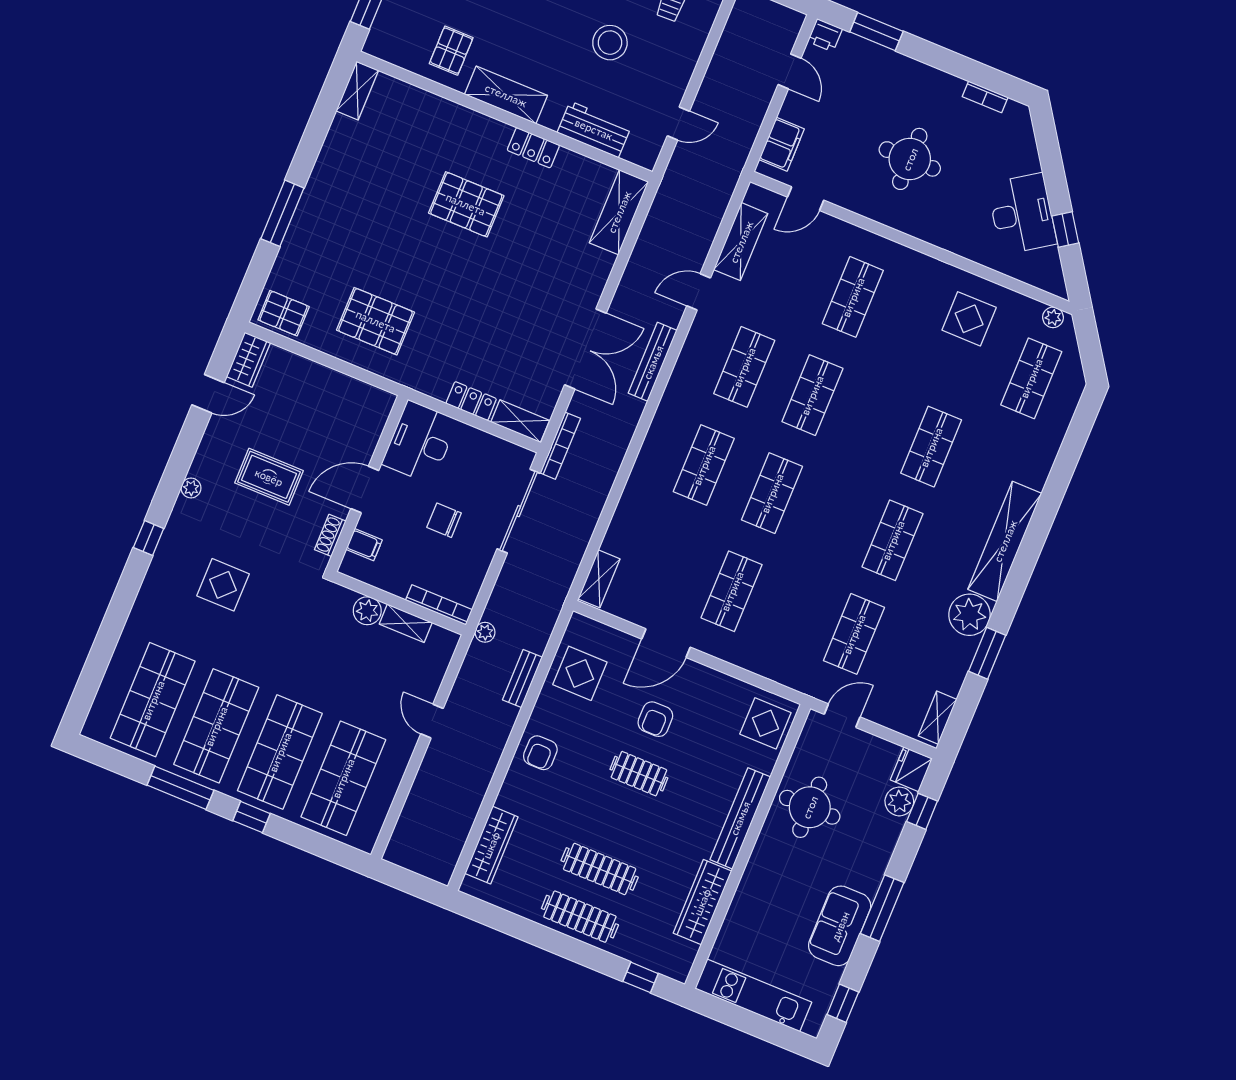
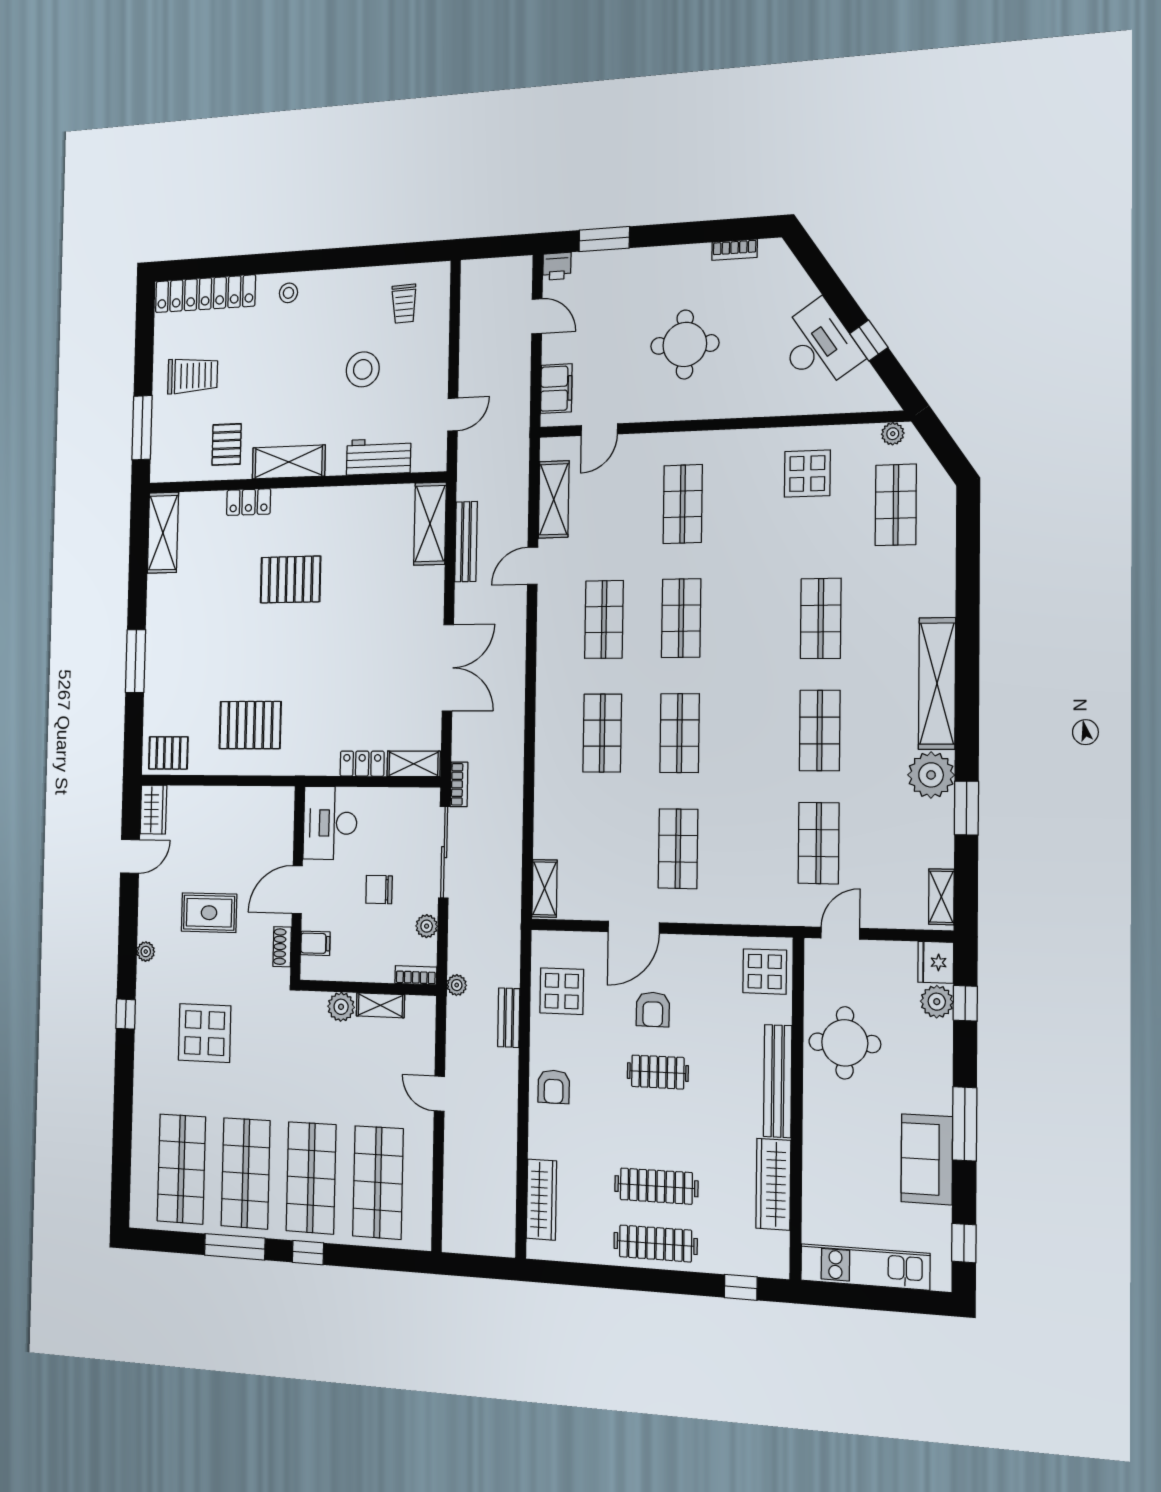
shelving: (357, 91) -> (163, 533), width x1.50, depth x1.33
locker: (533, 148) -> (249, 502), moved
bench: (653, 362) -> (466, 542), moved
bookcase: (560, 446) -> (459, 784), width x0.64
plant: (477, 570) -> (427, 926), added
display table: (223, 585) -> (205, 1033), width x1.36, depth x1.36
bookcase: (439, 605) -> (416, 975), width x0.64

